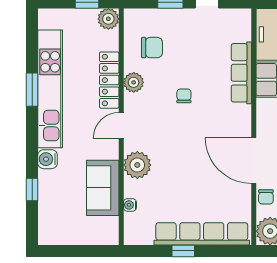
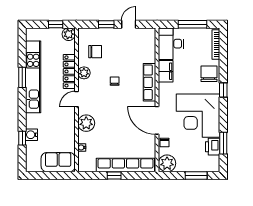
row of seats: (241, 73) -> (150, 82), moved
water cooler: (48, 159) -> (32, 135), moved
sofa: (103, 188) -> (58, 162), moved, turned 90

